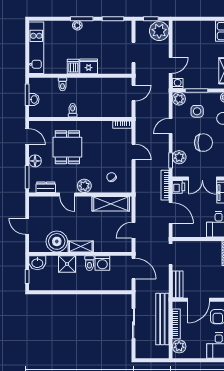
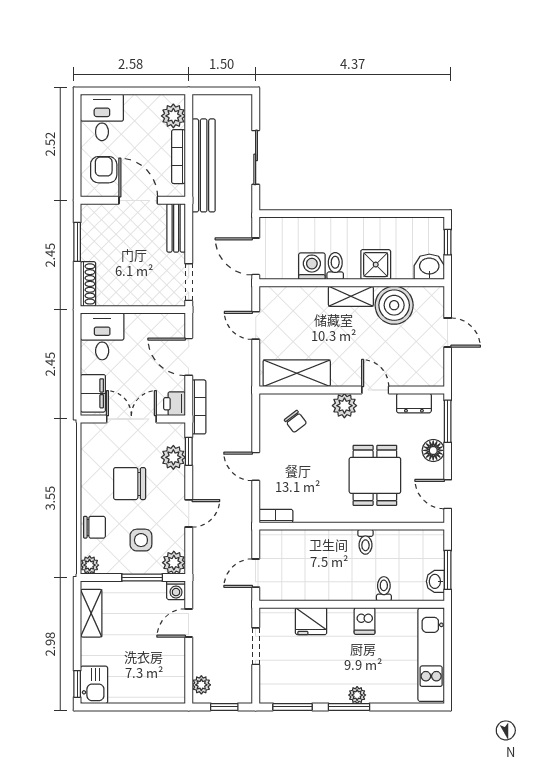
plant: (159, 31) -> (201, 685), width x0.53, depth x0.53
fridge: (89, 66) -> (311, 621), moved
washbasin: (34, 99) -> (435, 581), moved
door: (134, 230) -> (256, 325), swing flipped
door: (199, 300) -> (138, 200), hinge flipped

